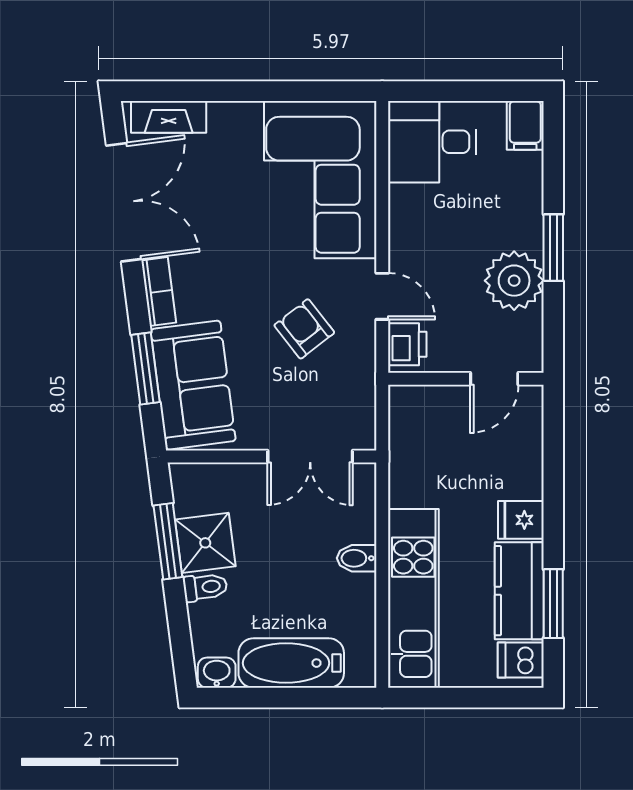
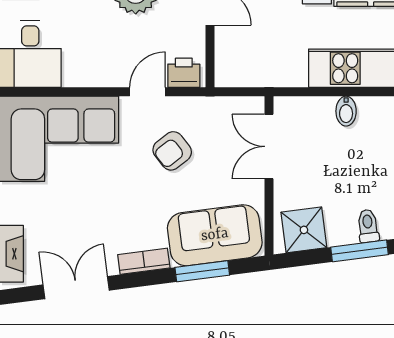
double door: (124, 202) -> (76, 288), width x0.73
double door: (310, 457) -> (269, 146), swing flipped
window: (168, 541) -> (360, 251), moved
shower: (205, 543) -> (304, 230), moved

